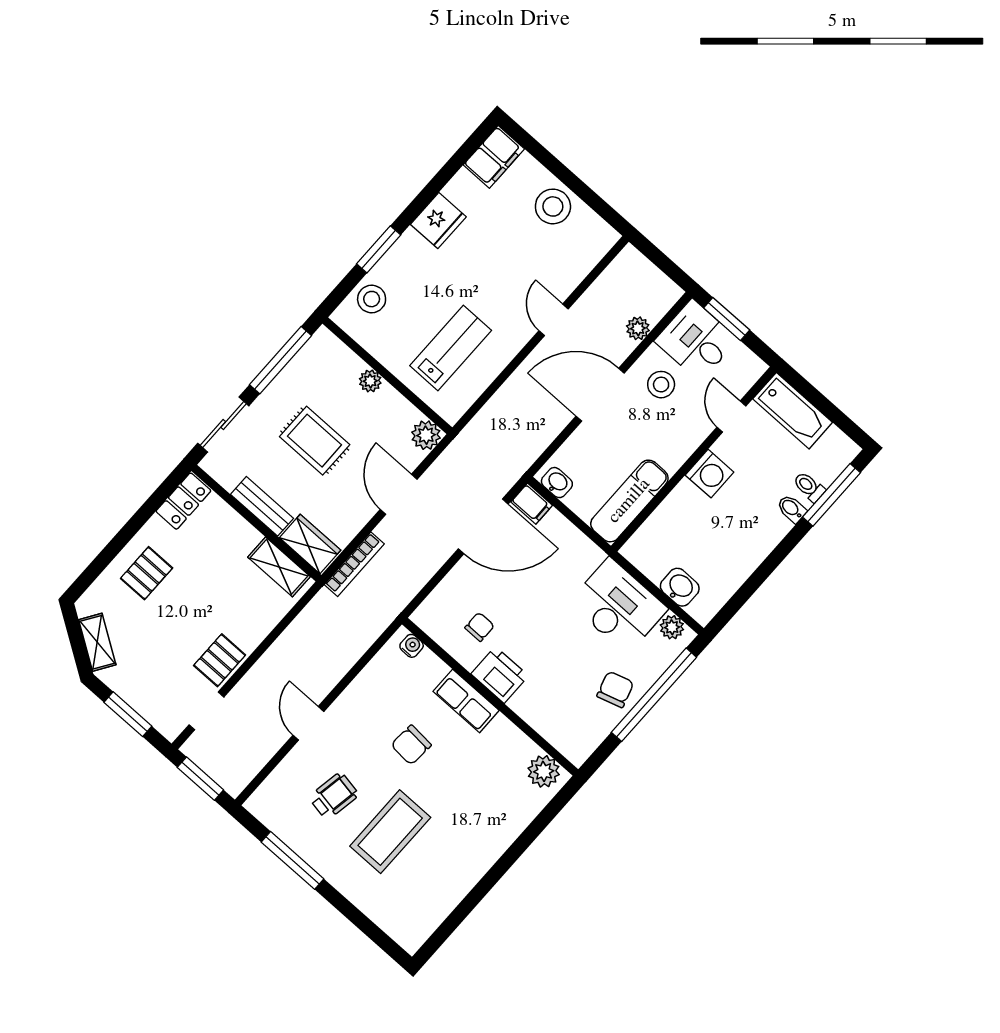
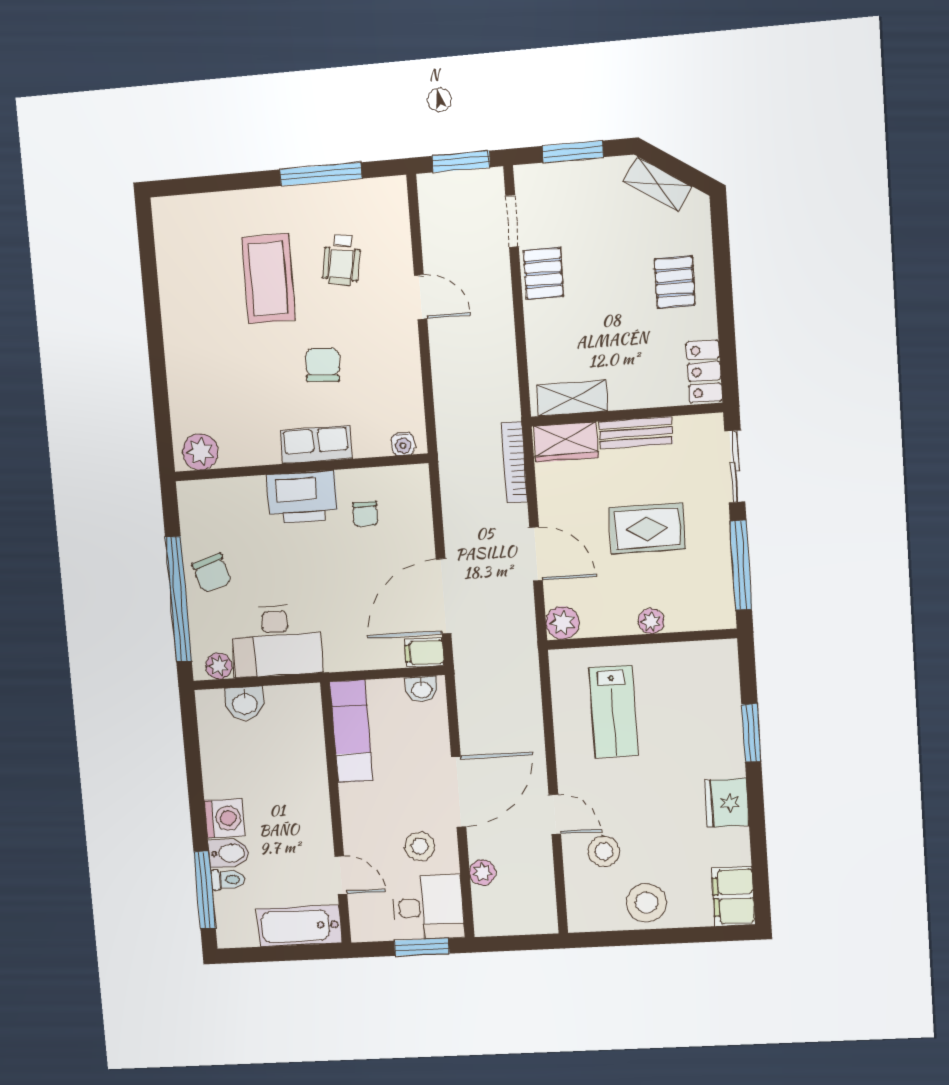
stool: (372, 299) -> (604, 851), moved
washing machine: (710, 474) -> (224, 818), moved, turned 180
bidet: (792, 509) -> (229, 853), width x1.38, depth x1.36
printer: (500, 675) -> (302, 497), width x1.37, depth x1.19

